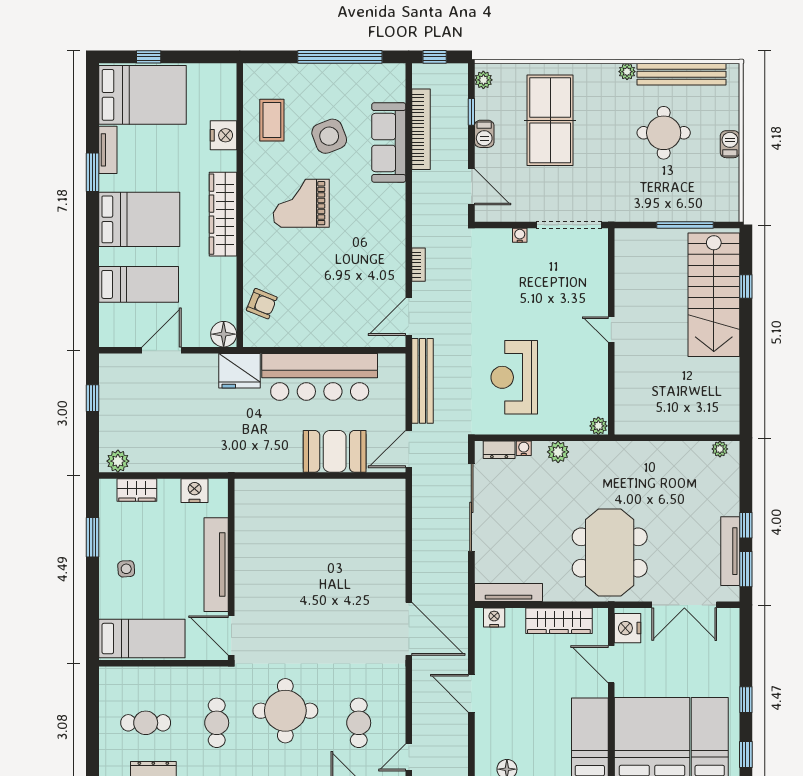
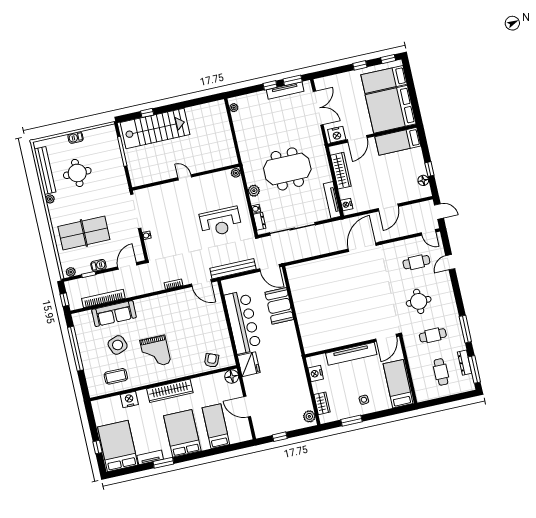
door: (611, 330) -> (185, 177), swing flipped
meeting table: (610, 553) -> (287, 169), moved
round table: (285, 711) -> (419, 301), width x0.73, depth x0.73

